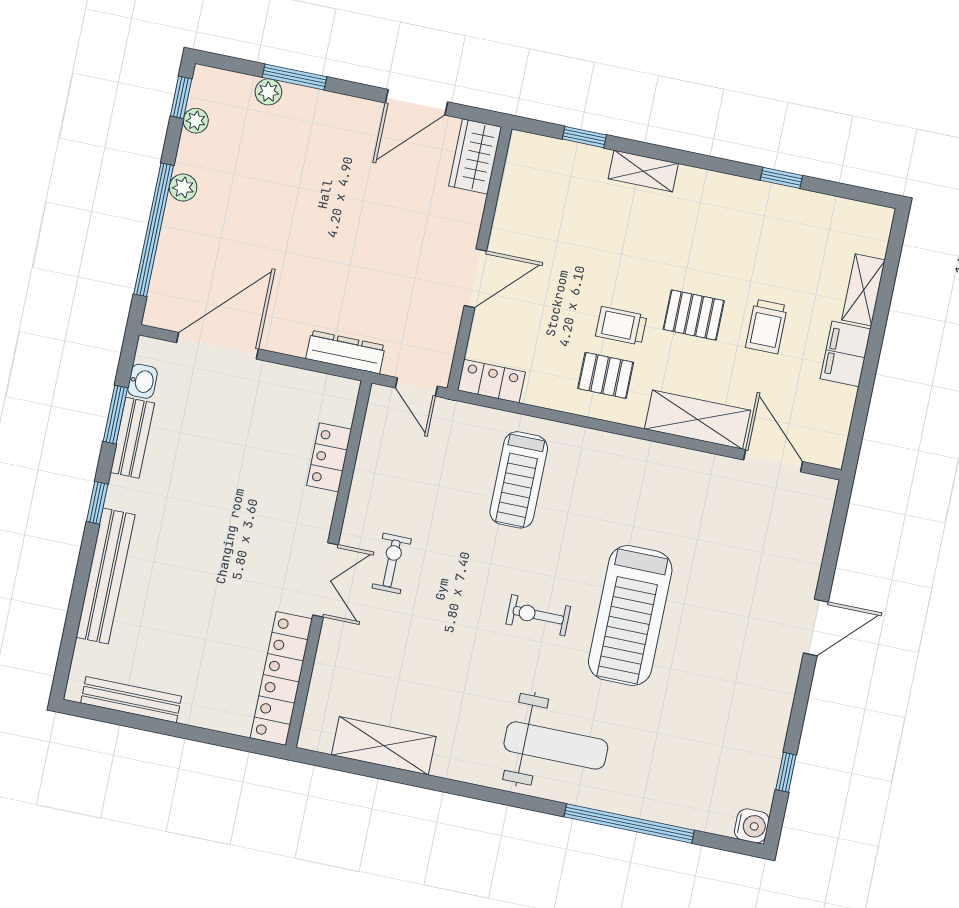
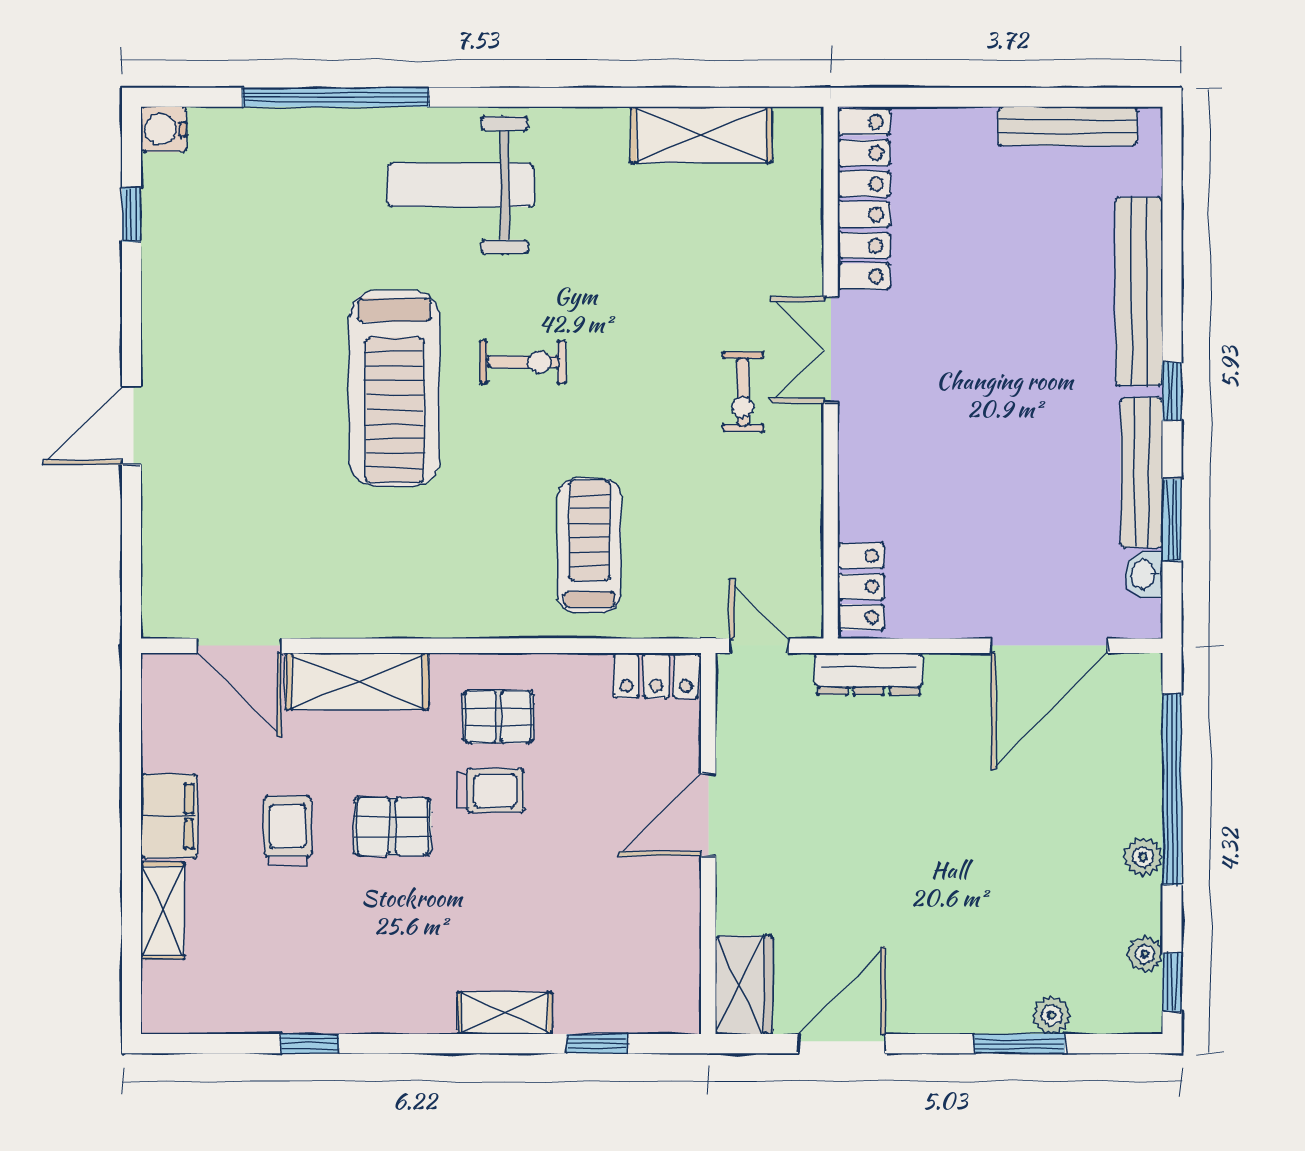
bench: (132, 438) -> (1142, 473), width x1.36
locker: (329, 457) -> (861, 587), moved
treadmill: (630, 615) -> (394, 388), turned 180

